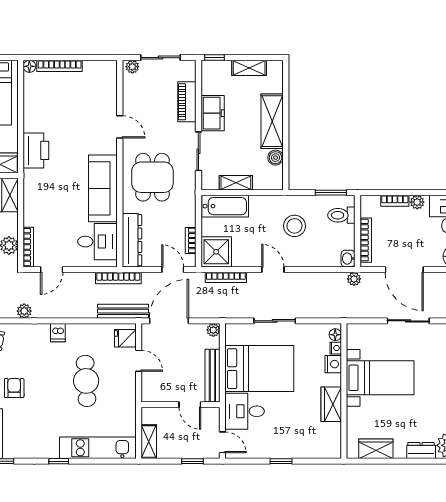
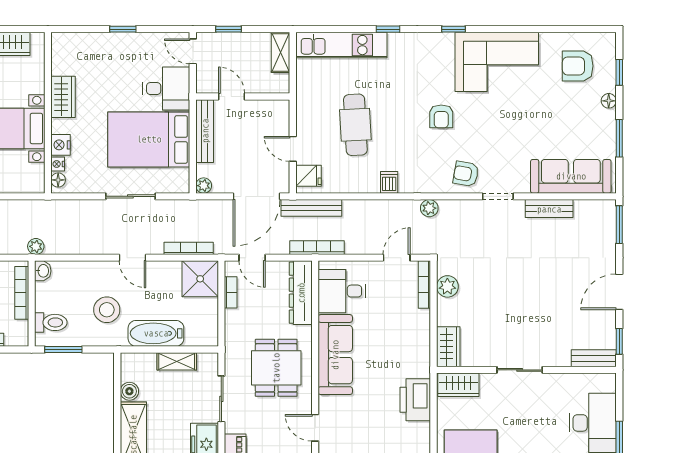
bathtub: (225, 206) -> (156, 333), moved

